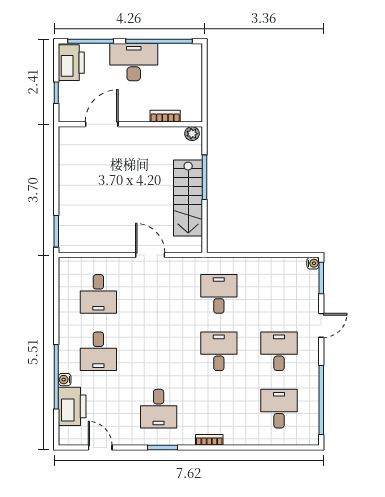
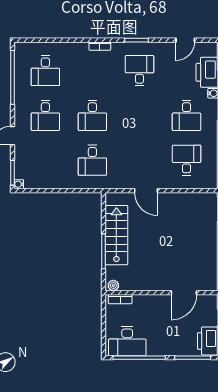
desk: (134, 62) -> (127, 341), moved
bookcase: (165, 116) -> (120, 299), moved
desk: (98, 351) -> (187, 115), turned 180
door: (100, 448) -> (185, 40), hinge flipped

